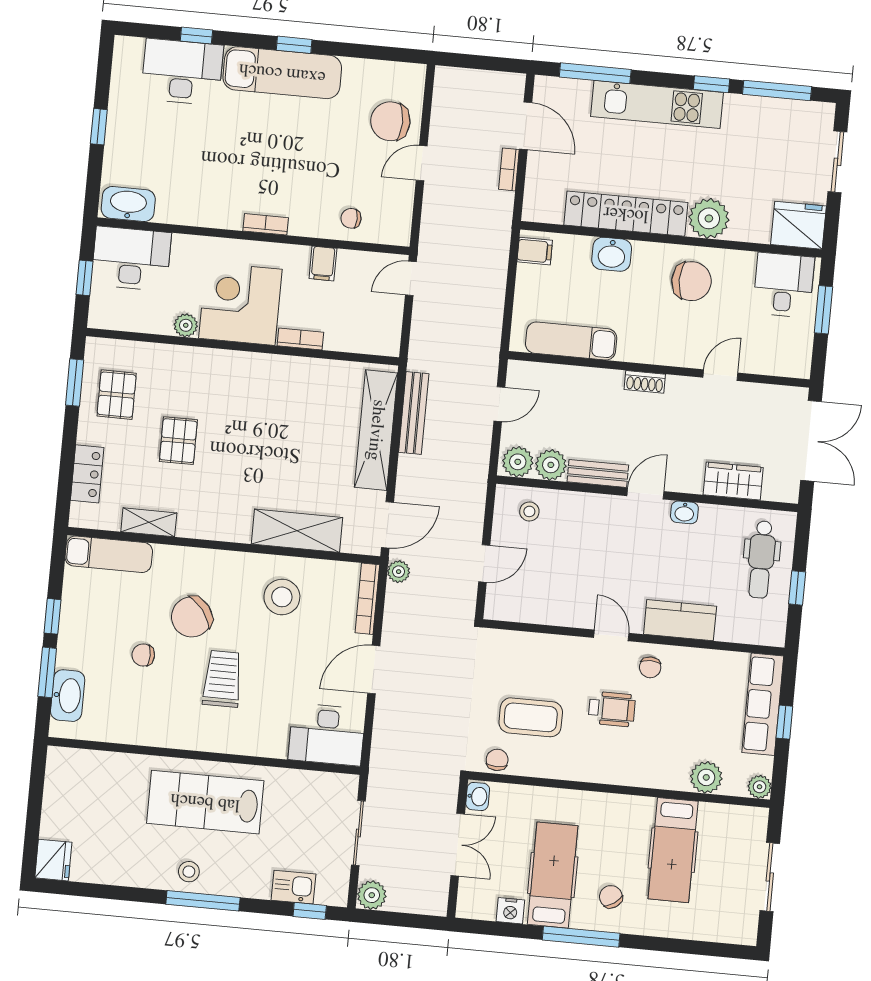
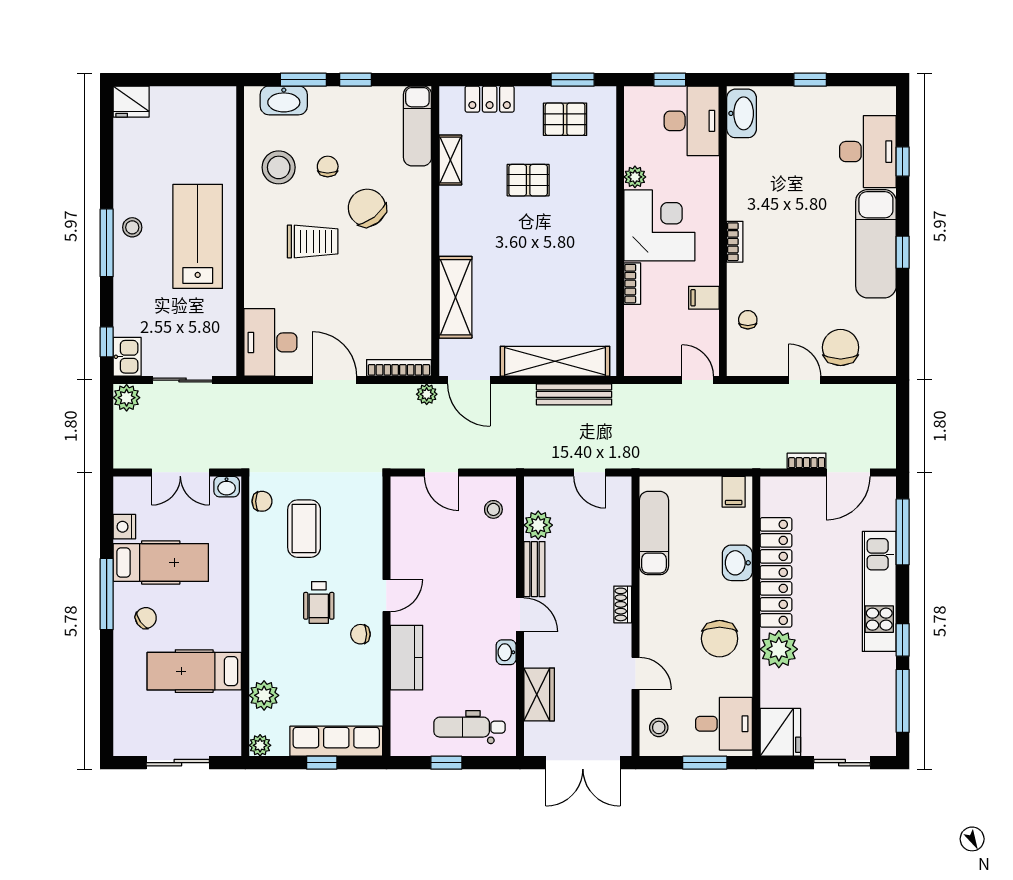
stool: (781, 356) -> (659, 727), added
plant: (518, 462) -> (538, 494), removed
stool: (282, 597) -> (279, 167), moved
kitchen sink: (293, 887) -> (127, 357), moved

